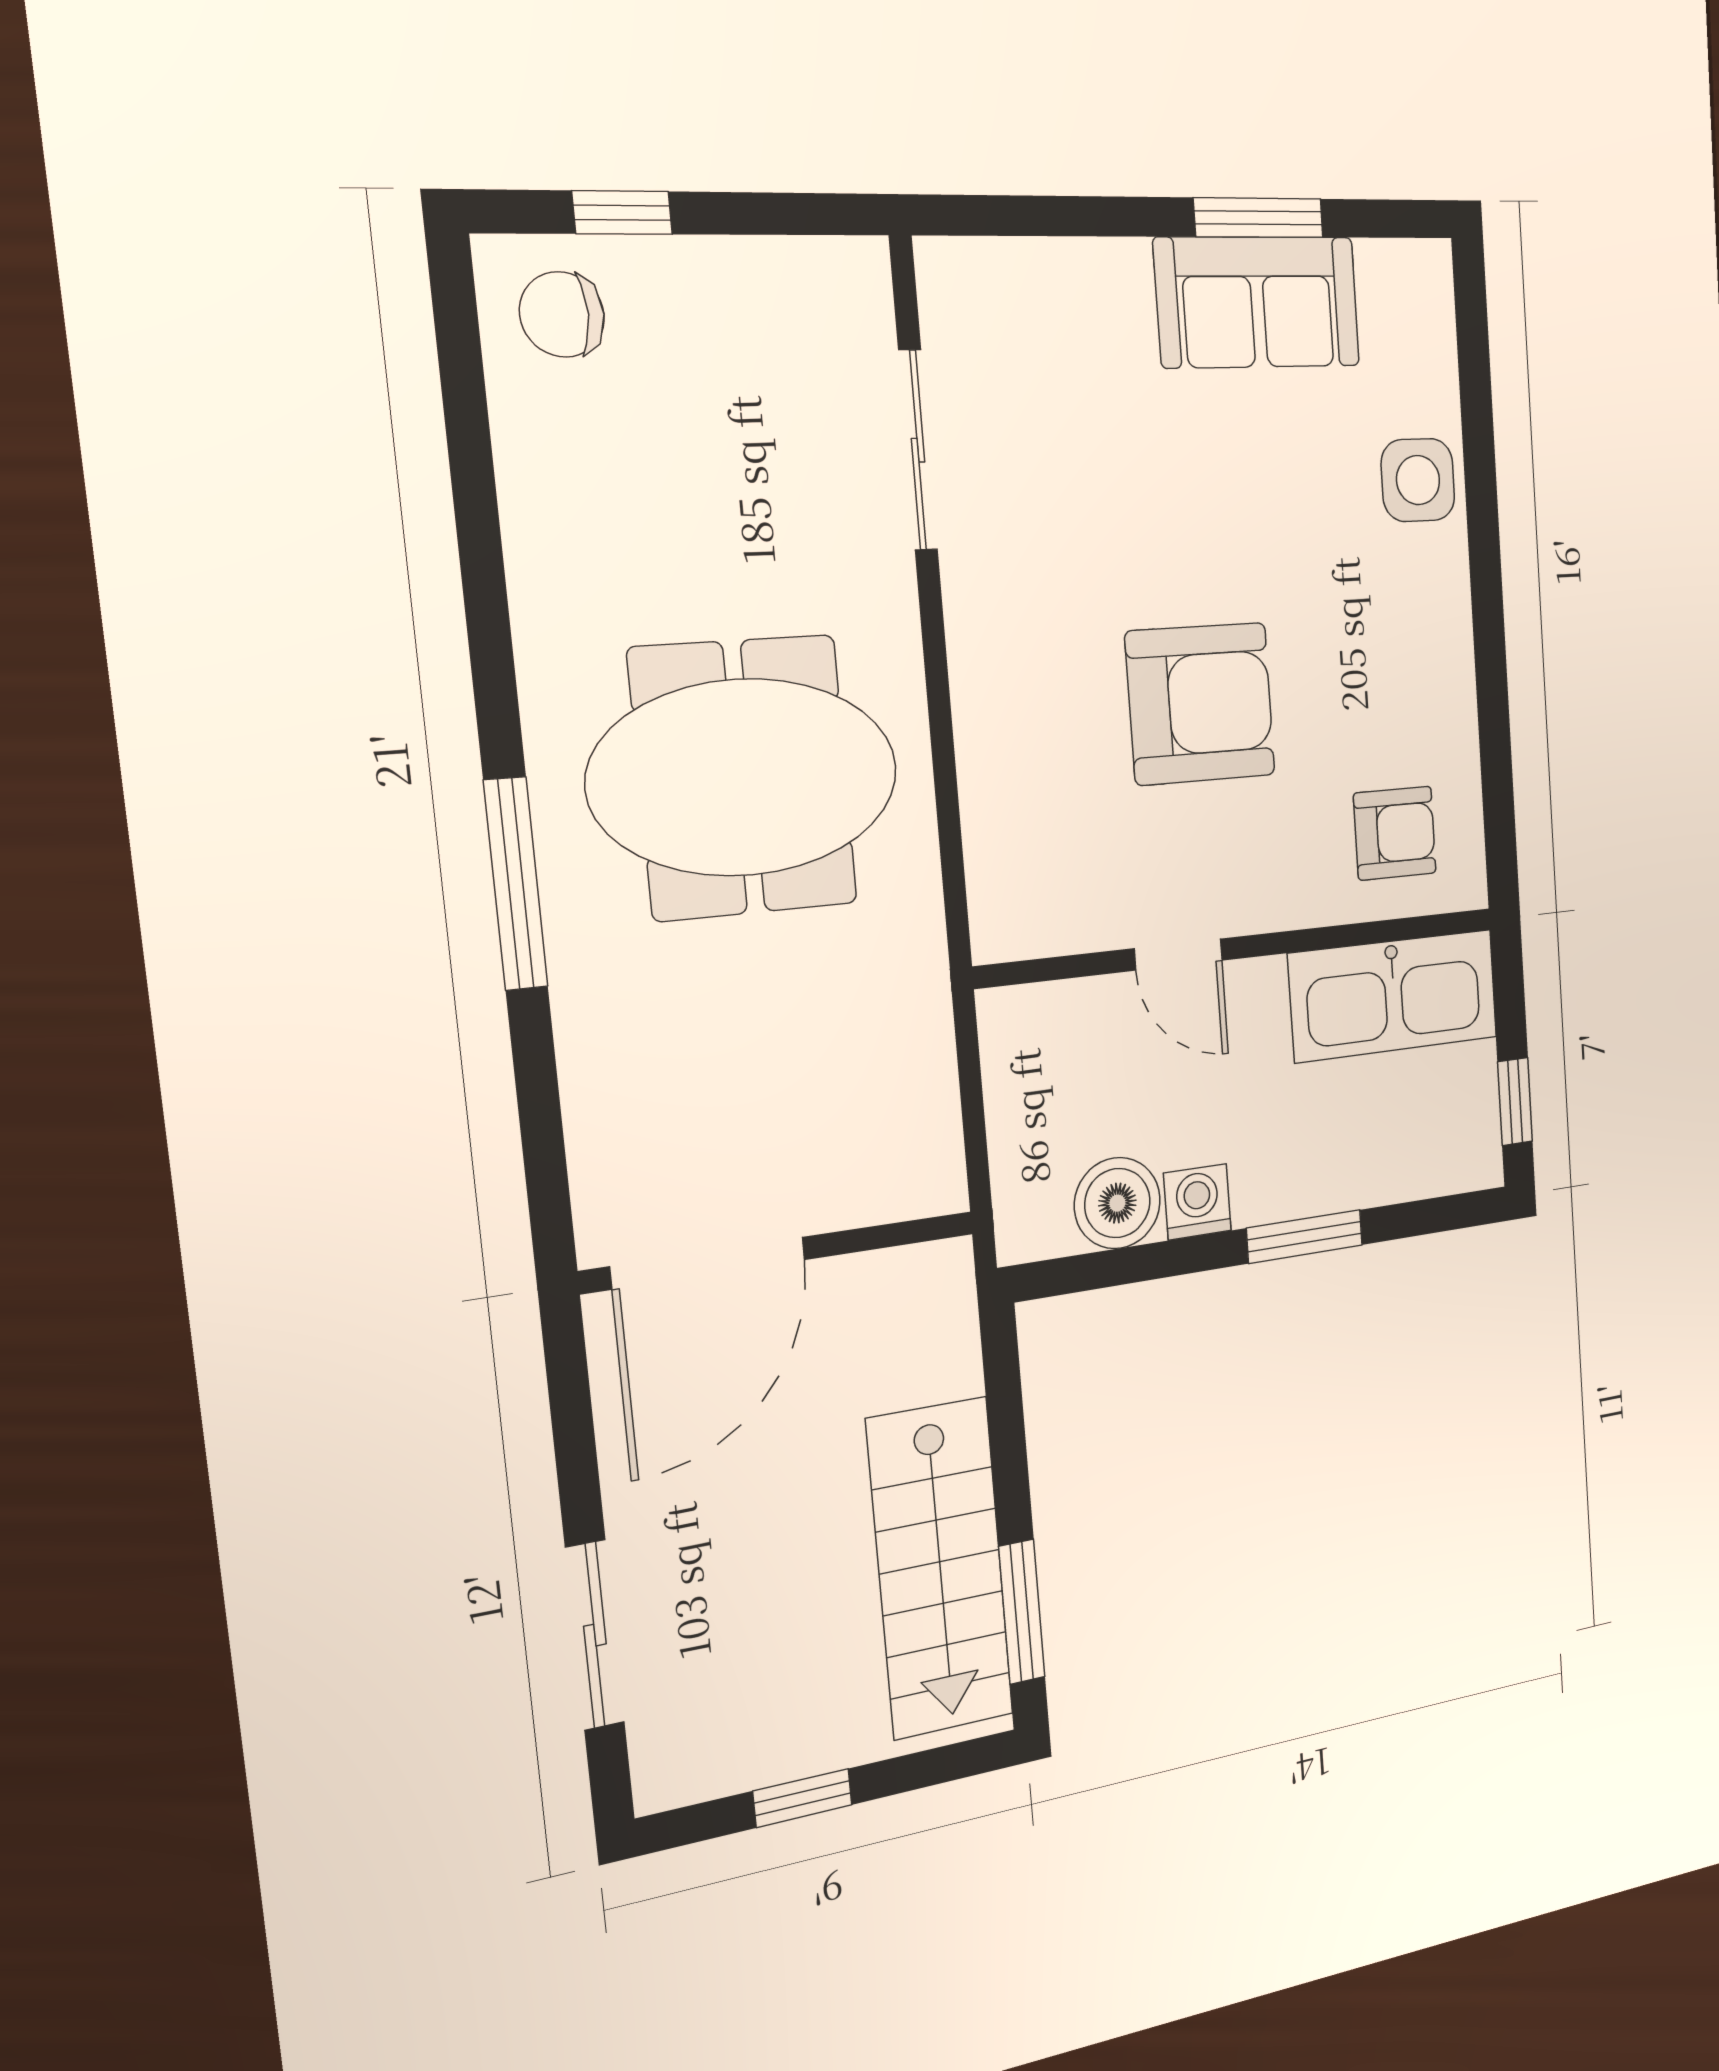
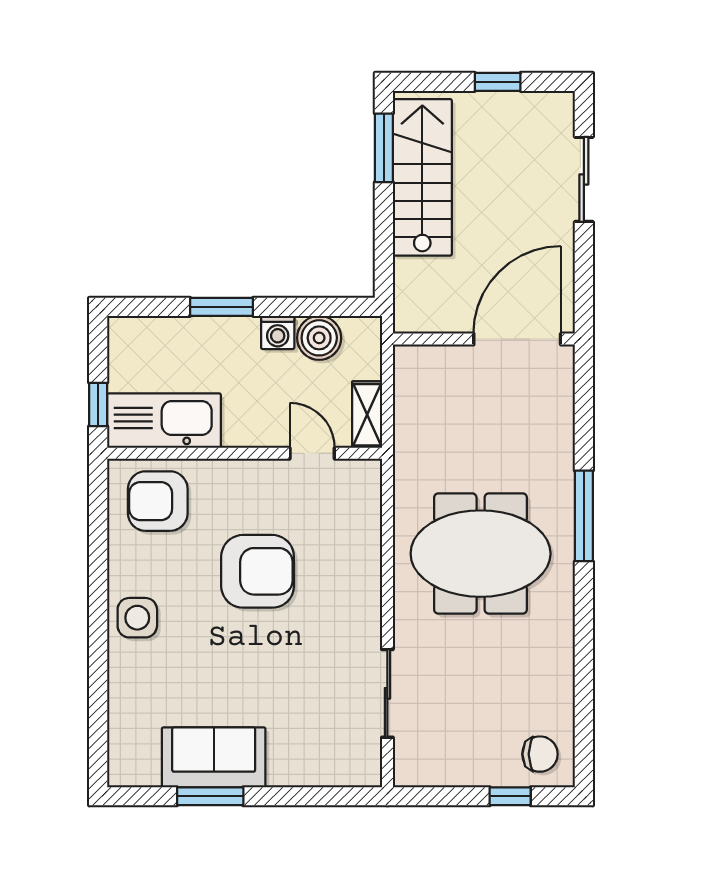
side table: (1418, 480) -> (137, 618), moved
armchair: (1200, 704) -> (258, 571), turned 180
armchair: (1395, 833) -> (158, 501), width x1.38, depth x1.38
door: (1178, 954) -> (312, 453), moved
shelving: (1010, 1056) -> (367, 415), added
window: (1515, 1102) -> (98, 404), moved

